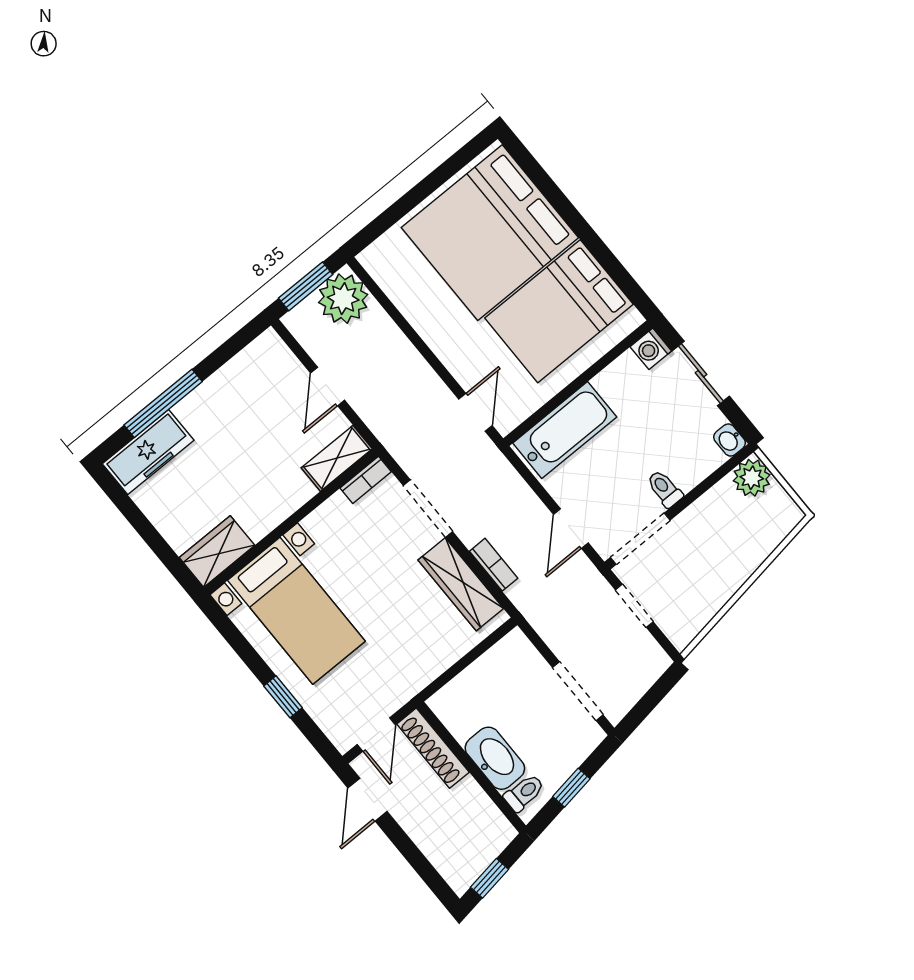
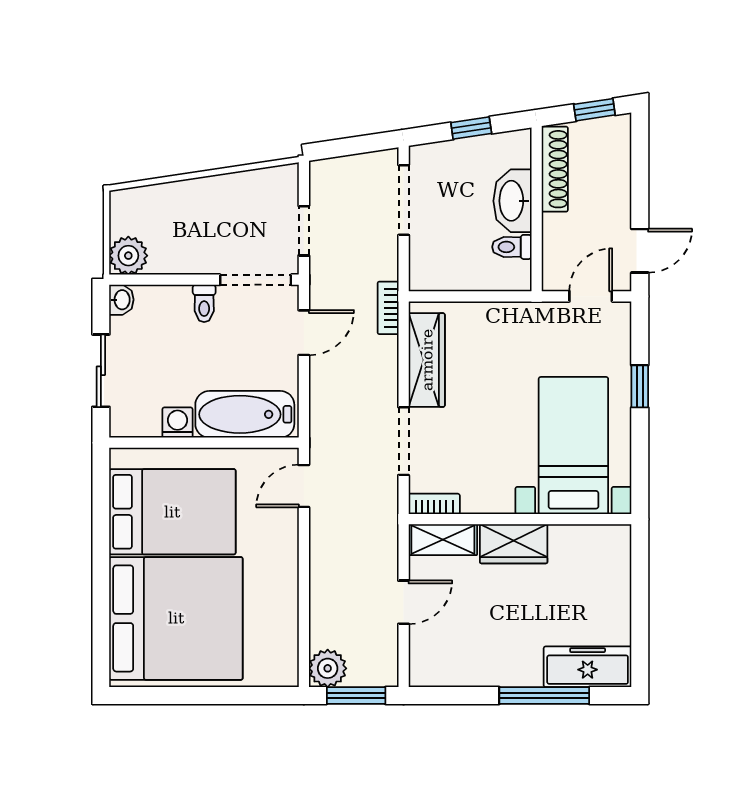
plant: (343, 299) -> (328, 668), width x0.73, depth x0.73
washing machine: (651, 349) -> (177, 423), moved, turned -90
wardrobe: (217, 551) -> (514, 544), moved
bookcase: (494, 565) -> (388, 308), moved
shoe rack: (433, 748) -> (555, 169), moved
toilet: (524, 793) -> (512, 247), moved

